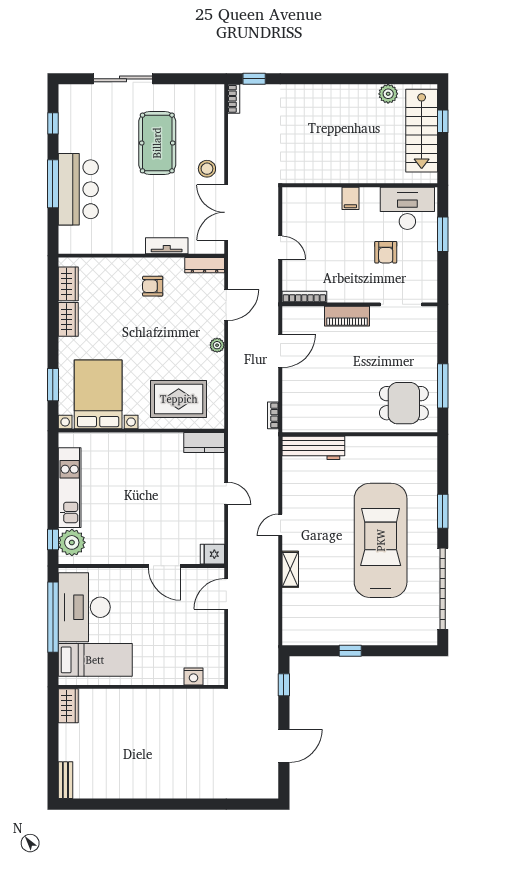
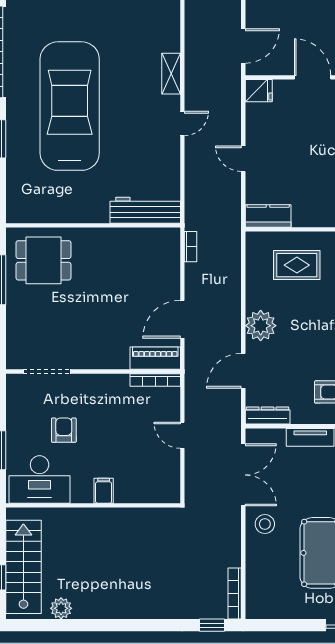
bookcase: (234, 99) -> (235, 593), width x1.56
piano: (347, 316) -> (155, 358), moved
plant: (217, 345) -> (261, 326), width x1.88, depth x1.88
rug: (179, 399) -> (297, 265), width x0.73, depth x0.70
car: (381, 540) -> (70, 106), turned 180

